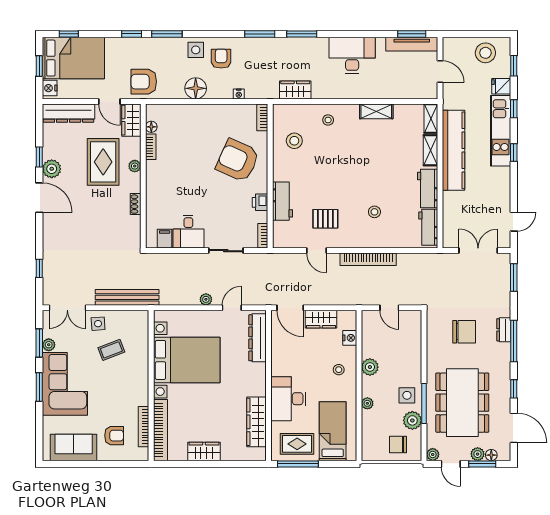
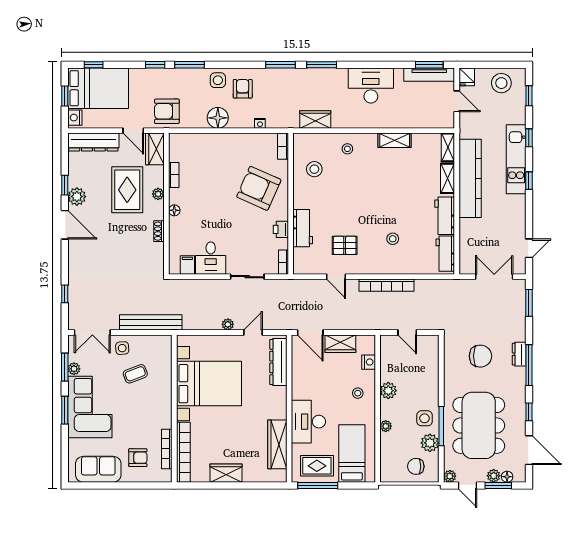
fridge: (501, 86) -> (467, 77), moved, turned -90
floor lamp: (151, 127) -> (174, 210), moved

